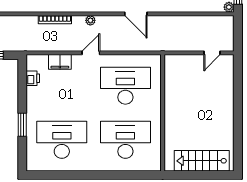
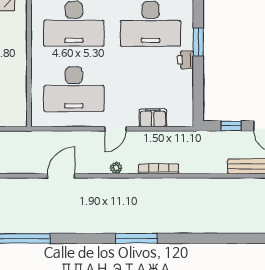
door: (136, 14) -> (61, 176), hinge flipped
printer: (33, 78) -> (185, 60), moved

